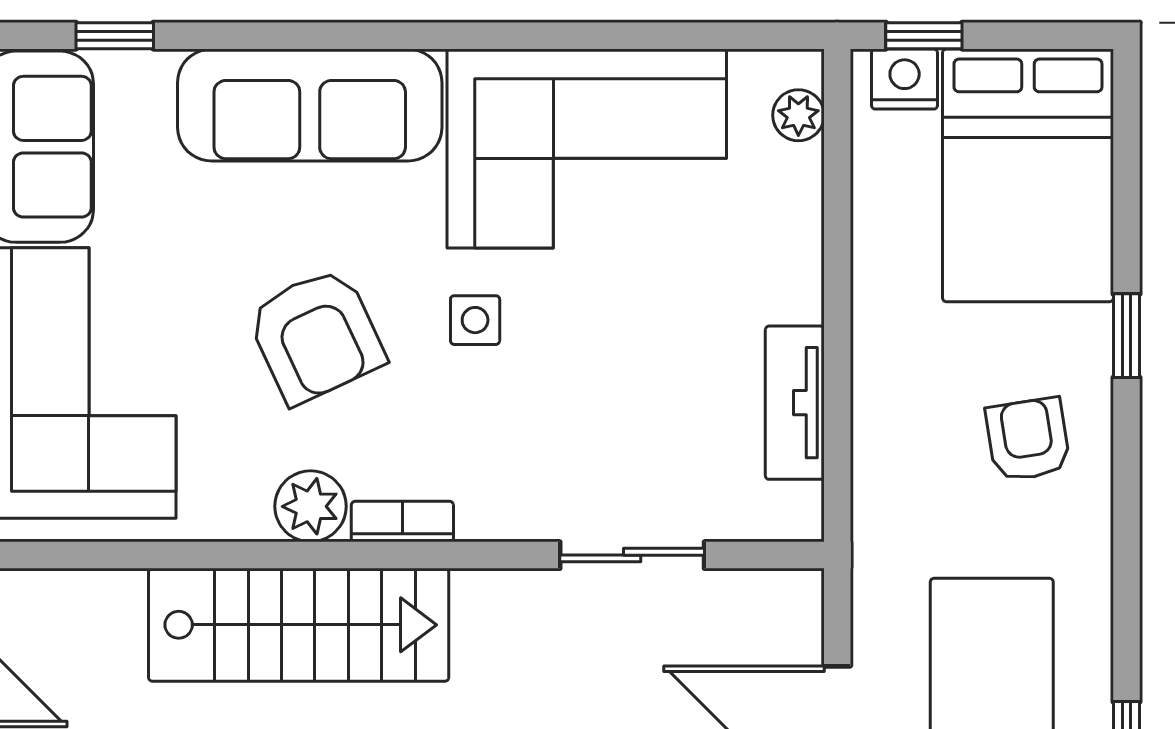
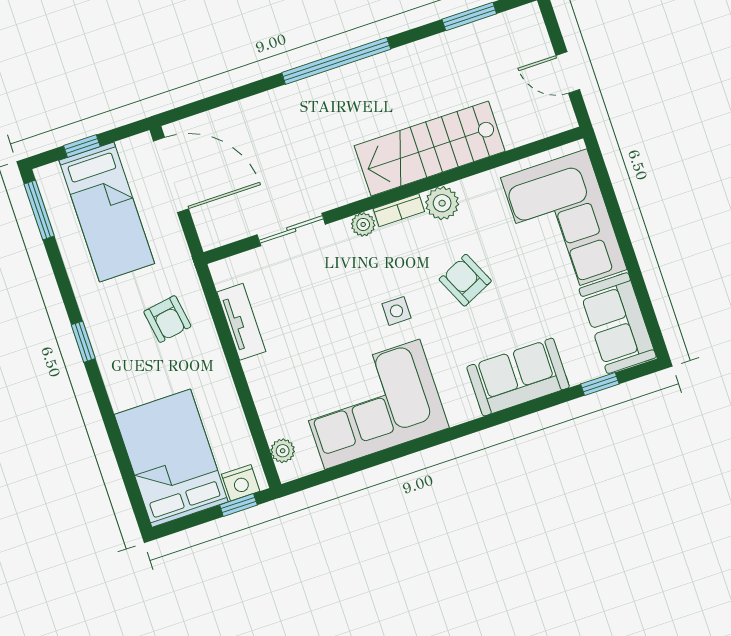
sofa: (310, 105) -> (518, 377), width x0.73
armchair: (316, 336) -> (465, 280), width x0.72, depth x0.72
window: (1126, 336) -> (83, 342), moved
armchair: (1028, 439) -> (167, 319), moved
plant: (484, 517) -> (363, 224), added

